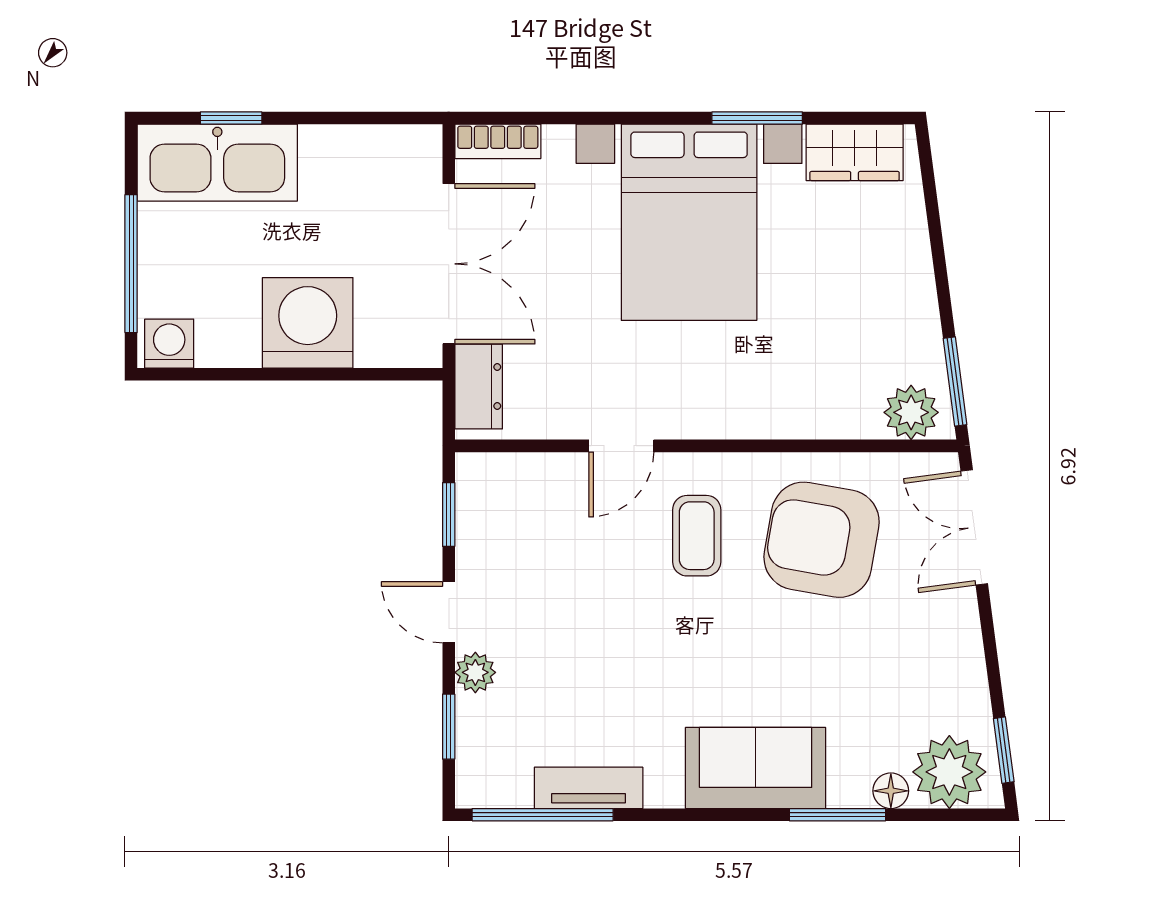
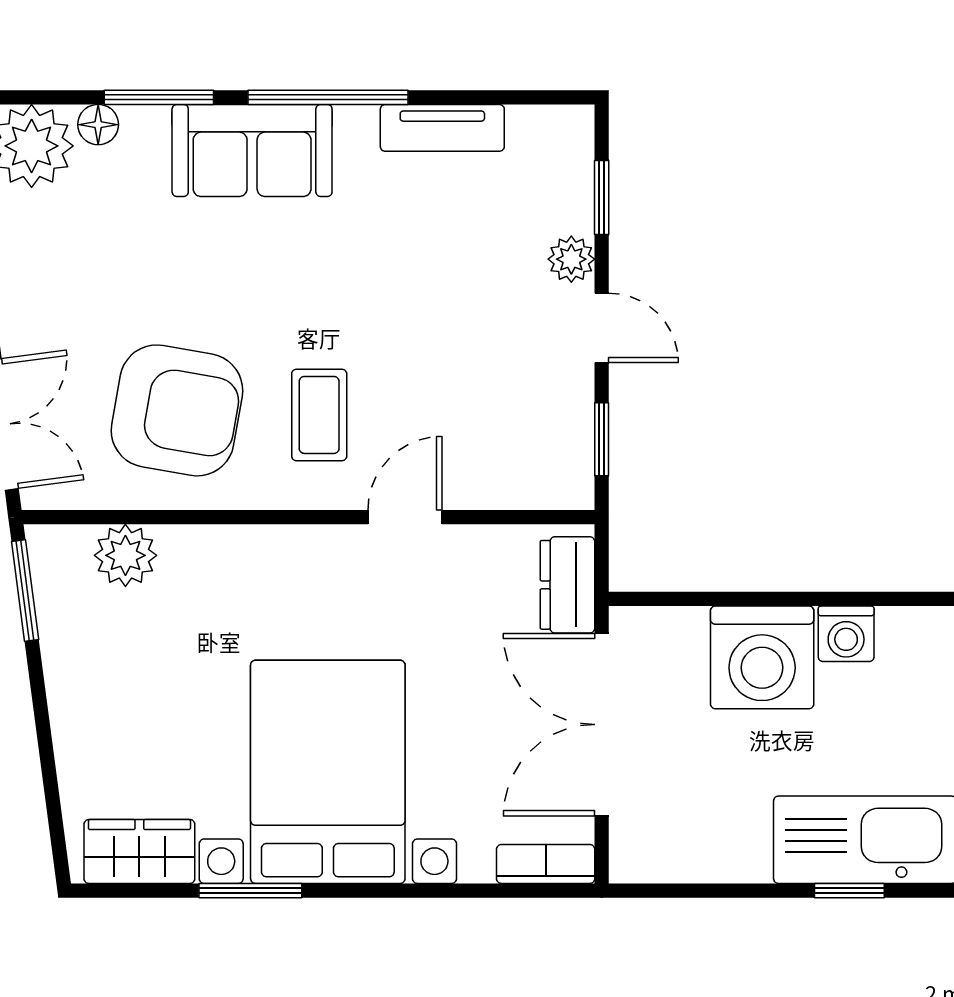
washing machine: (169, 344) -> (846, 634), moved
plant: (911, 412) -> (125, 555), moved
window: (543, 815) -> (328, 97), moved

